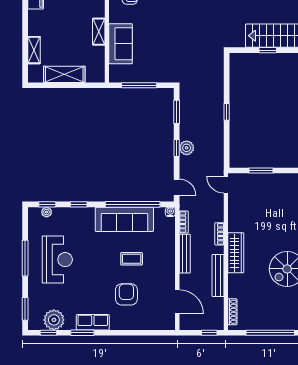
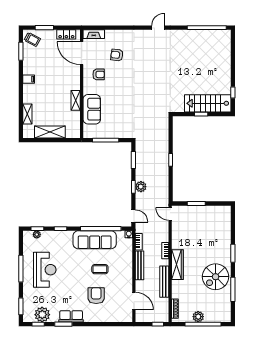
plant: (264, 323) -> (198, 317), added

